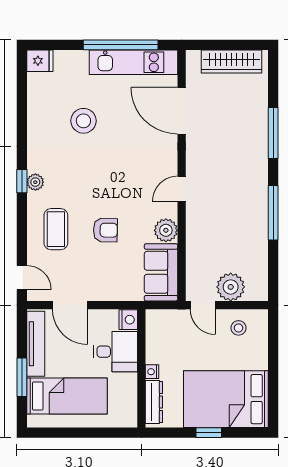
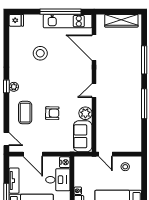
plant: (231, 287) -> (121, 144), removed
tv unit: (36, 344) -> (14, 181), width x0.71

